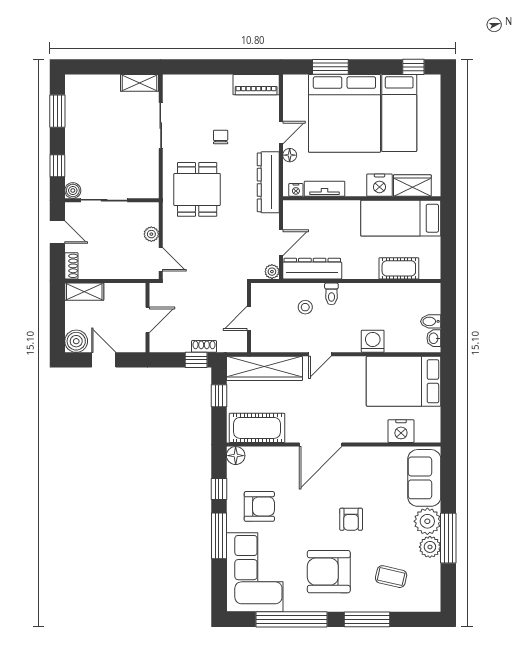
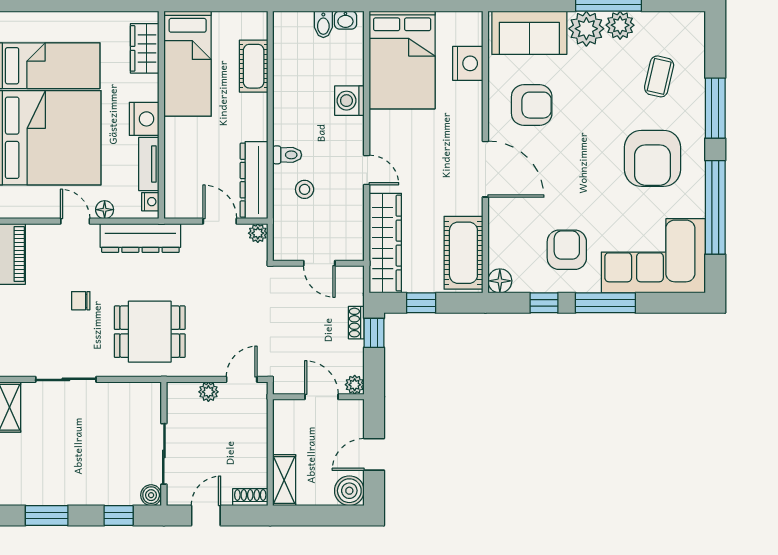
nightstand: (379, 185) -> (144, 119), moved
plant: (157, 345) -> (355, 385), added
armchair: (351, 519) -> (532, 105), moved, width x1.38, depth x1.38

